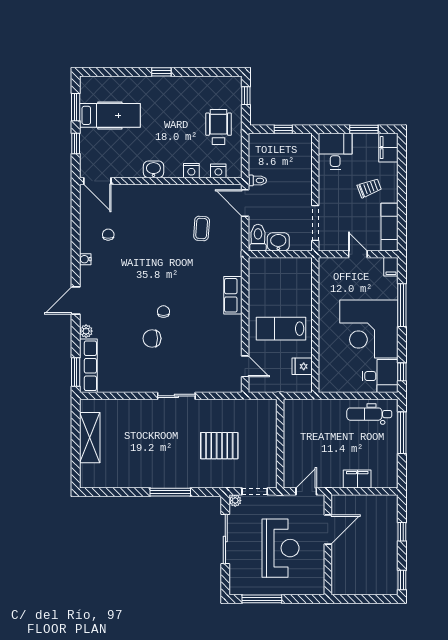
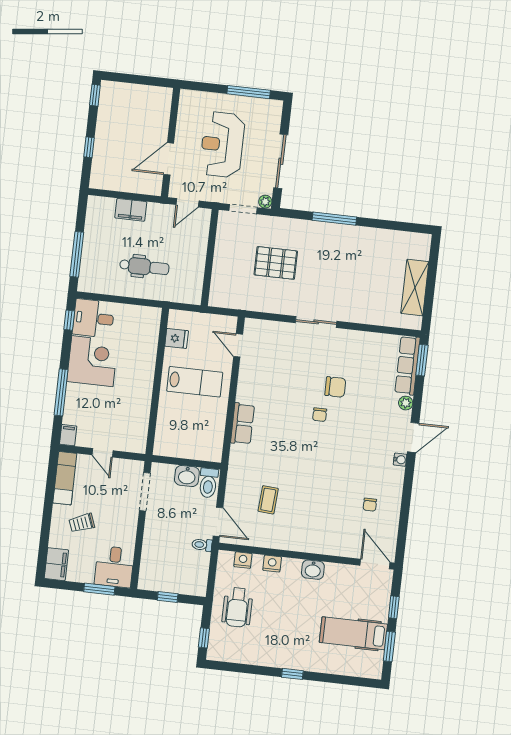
window: (364, 129) -> (99, 589), moved
water cooler: (85, 259) -> (400, 460), moved
corner desk: (369, 329) -> (92, 361), width x0.74, depth x0.74
dental chair: (369, 414) -> (144, 267), moved

